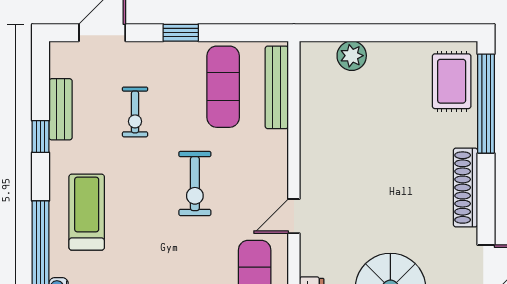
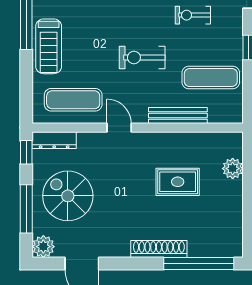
rug: (452, 81) -> (178, 182), moved
bench: (277, 87) -> (178, 115), moved
shoe rack: (465, 188) -> (159, 249), moved

